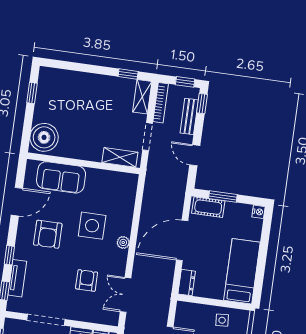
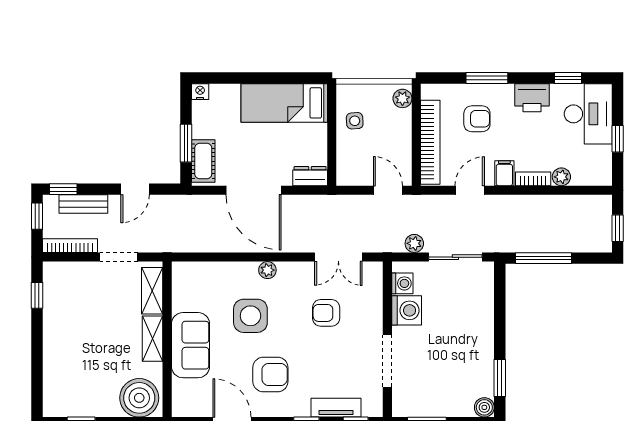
shelving: (142, 97) -> (152, 339), moved, turned 90
sofa: (61, 177) -> (190, 345), moved

